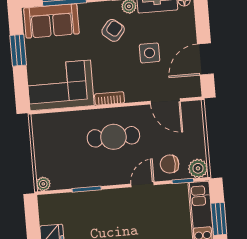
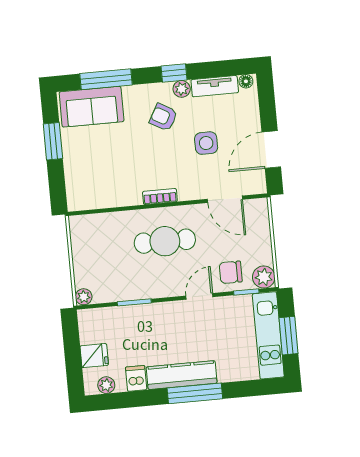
armchair: (113, 30) -> (163, 117), turned -100
corner sofa: (60, 85) -> (102, 182), removed

